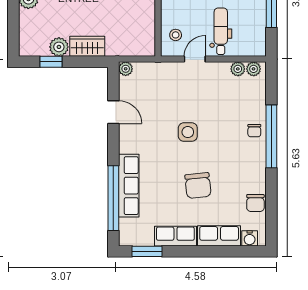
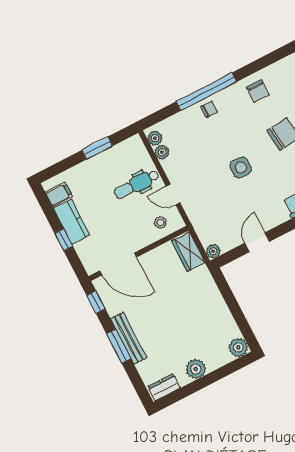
wardrobe: (87, 46) -> (188, 252), moved
plant: (59, 47) -> (238, 347), moved
window: (51, 62) -> (241, 320), removed
chair: (255, 203) -> (258, 91), moved, turned 90

